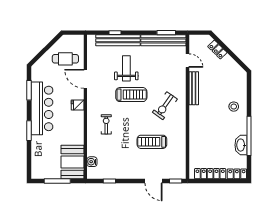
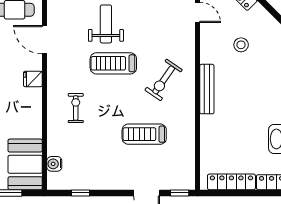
bench: (194, 88) -> (207, 89), moved
treadmill: (131, 95) -> (113, 63), turned 180
stool: (234, 107) -> (241, 45), moved

